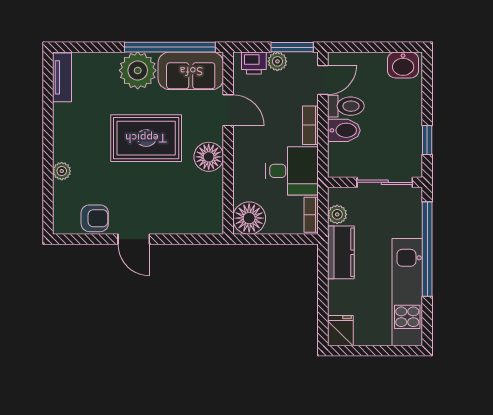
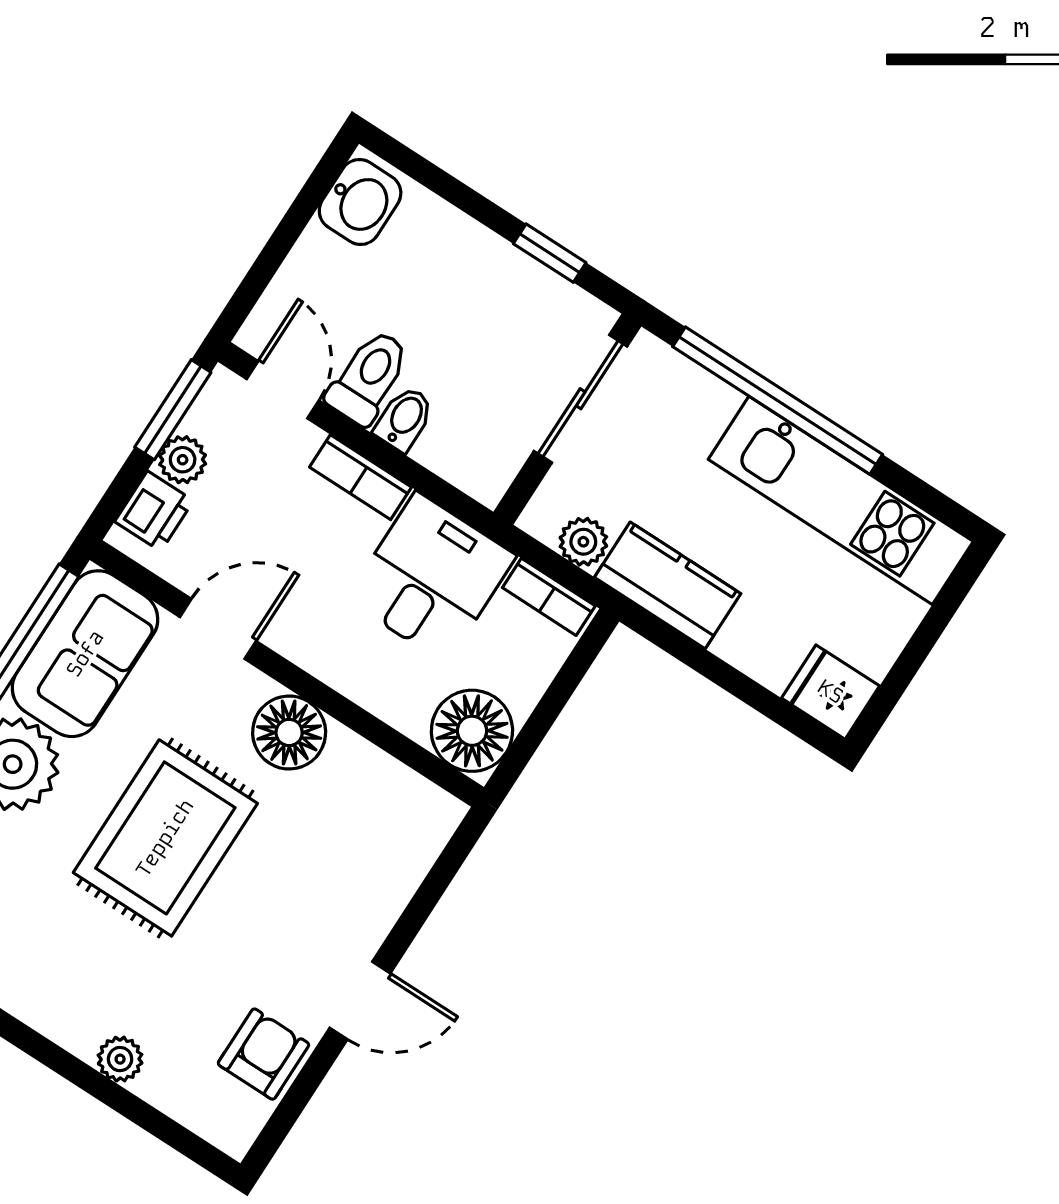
bidet: (344, 130) -> (404, 419), width x0.72, depth x0.74

